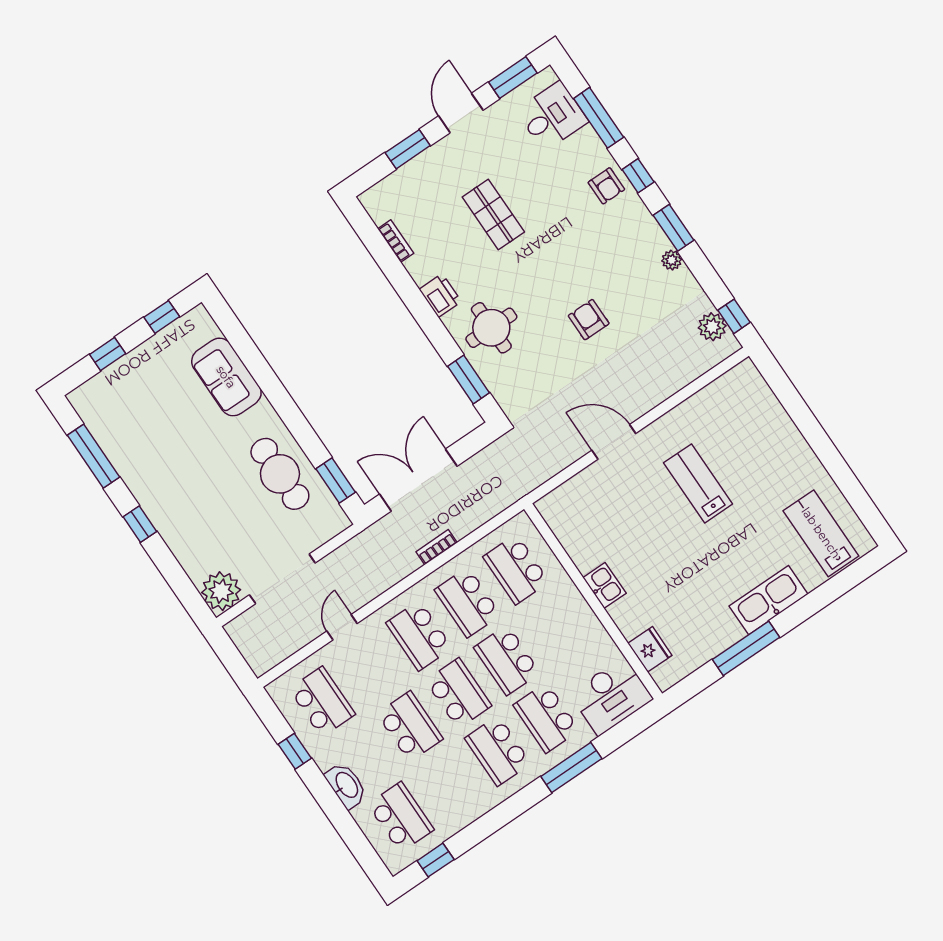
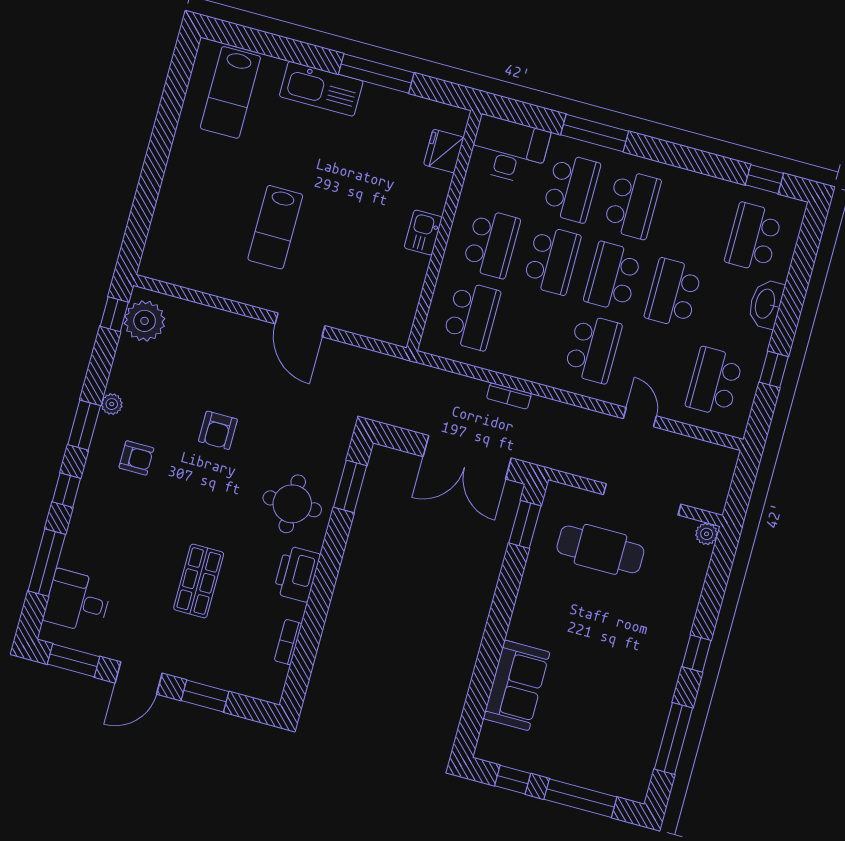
armchair: (606, 186) -> (136, 458), moved, turned 90
printer: (440, 295) -> (297, 574), width x1.37, depth x1.19
plant: (712, 327) -> (145, 321), width x1.36, depth x1.36
window: (108, 354) -> (580, 798), width x2.17
cafe table: (280, 474) -> (600, 549), moved, turned 90
plant: (221, 591) -> (707, 534), width x0.53, depth x0.53
school desk: (468, 602) -> (491, 244), moved
door: (342, 627) -> (640, 417), swing flipped

